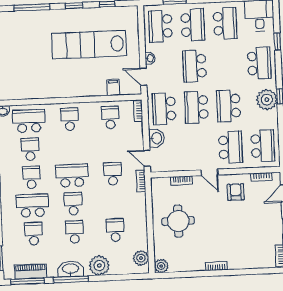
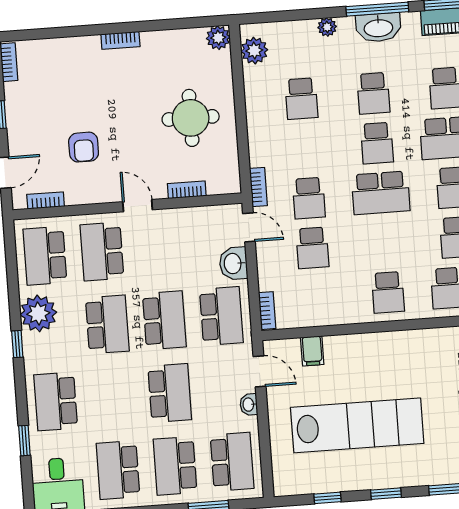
plant: (267, 100) -> (38, 313), moved
school desk: (110, 117) -> (312, 248), moved
armchair: (236, 192) -> (84, 147), moved
plant: (99, 265) -> (327, 27), width x0.53, depth x0.53

